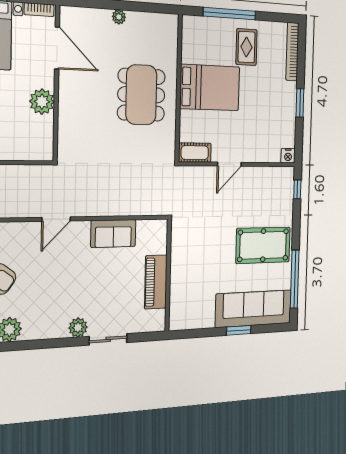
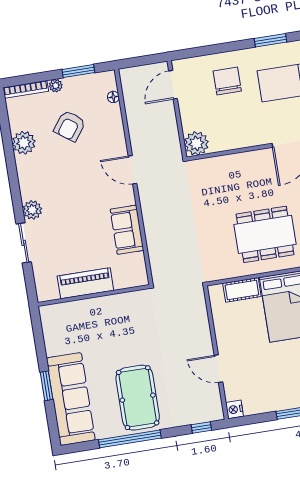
plant: (42, 102) -> (196, 143), moved
cot: (195, 153) -> (242, 290), moved, turned 90
door: (229, 164) -> (218, 369), moved
window: (295, 279) -> (130, 439), moved

